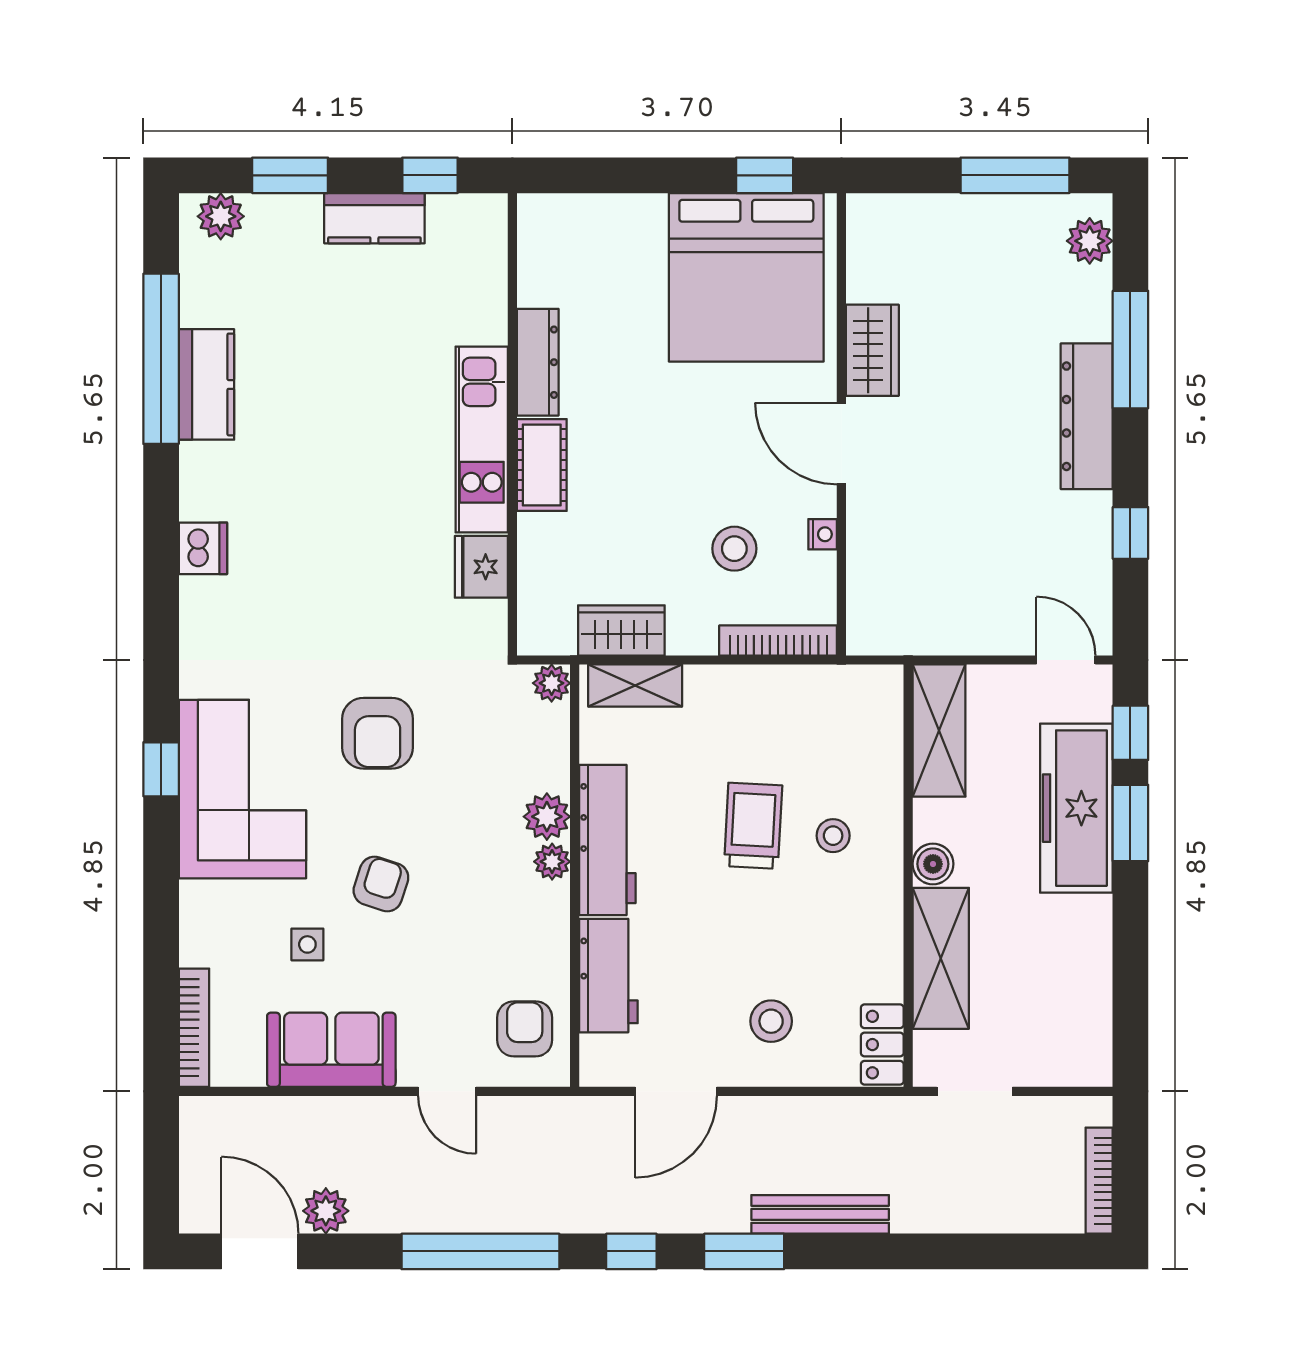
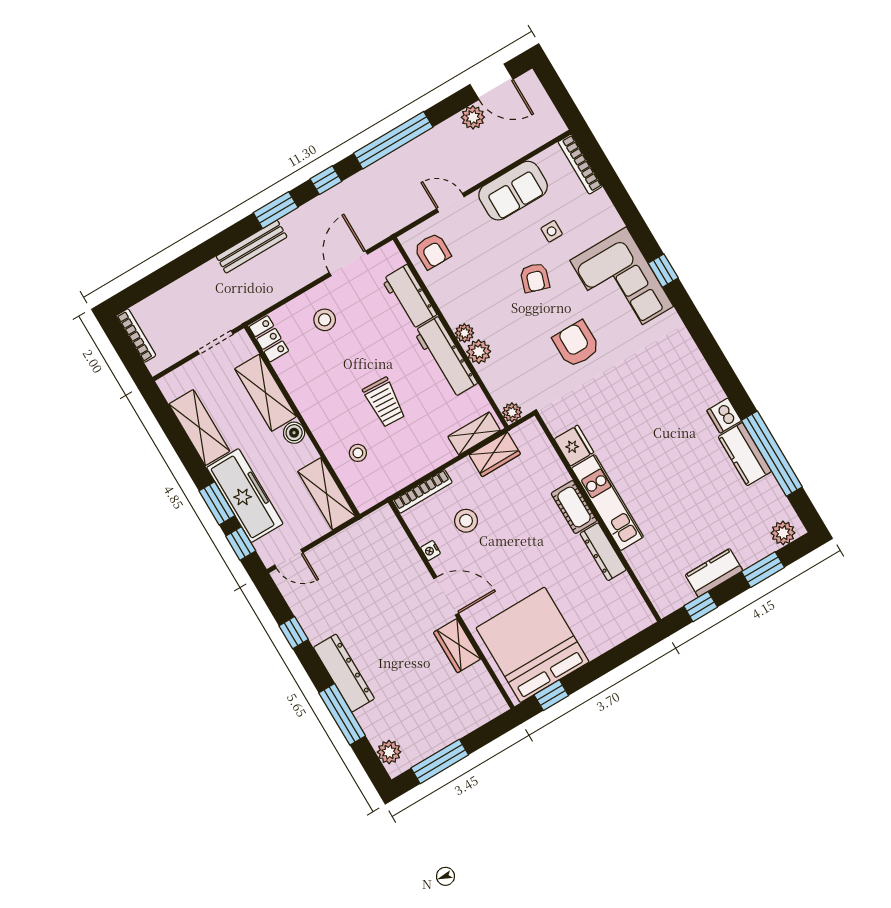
dishwasher: (203, 548) -> (724, 416), moved
stool: (833, 836) -> (358, 453), moved
shelving: (1085, 966) -> (199, 428), added

